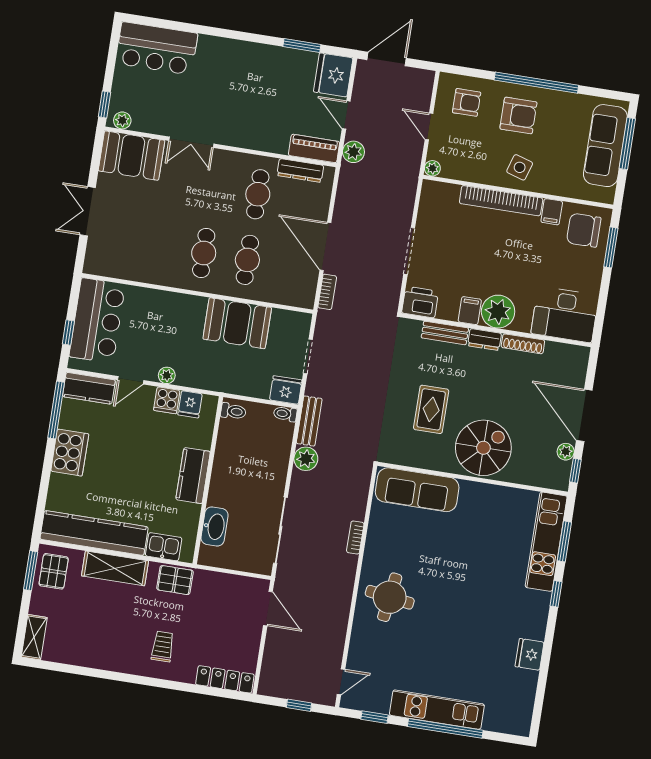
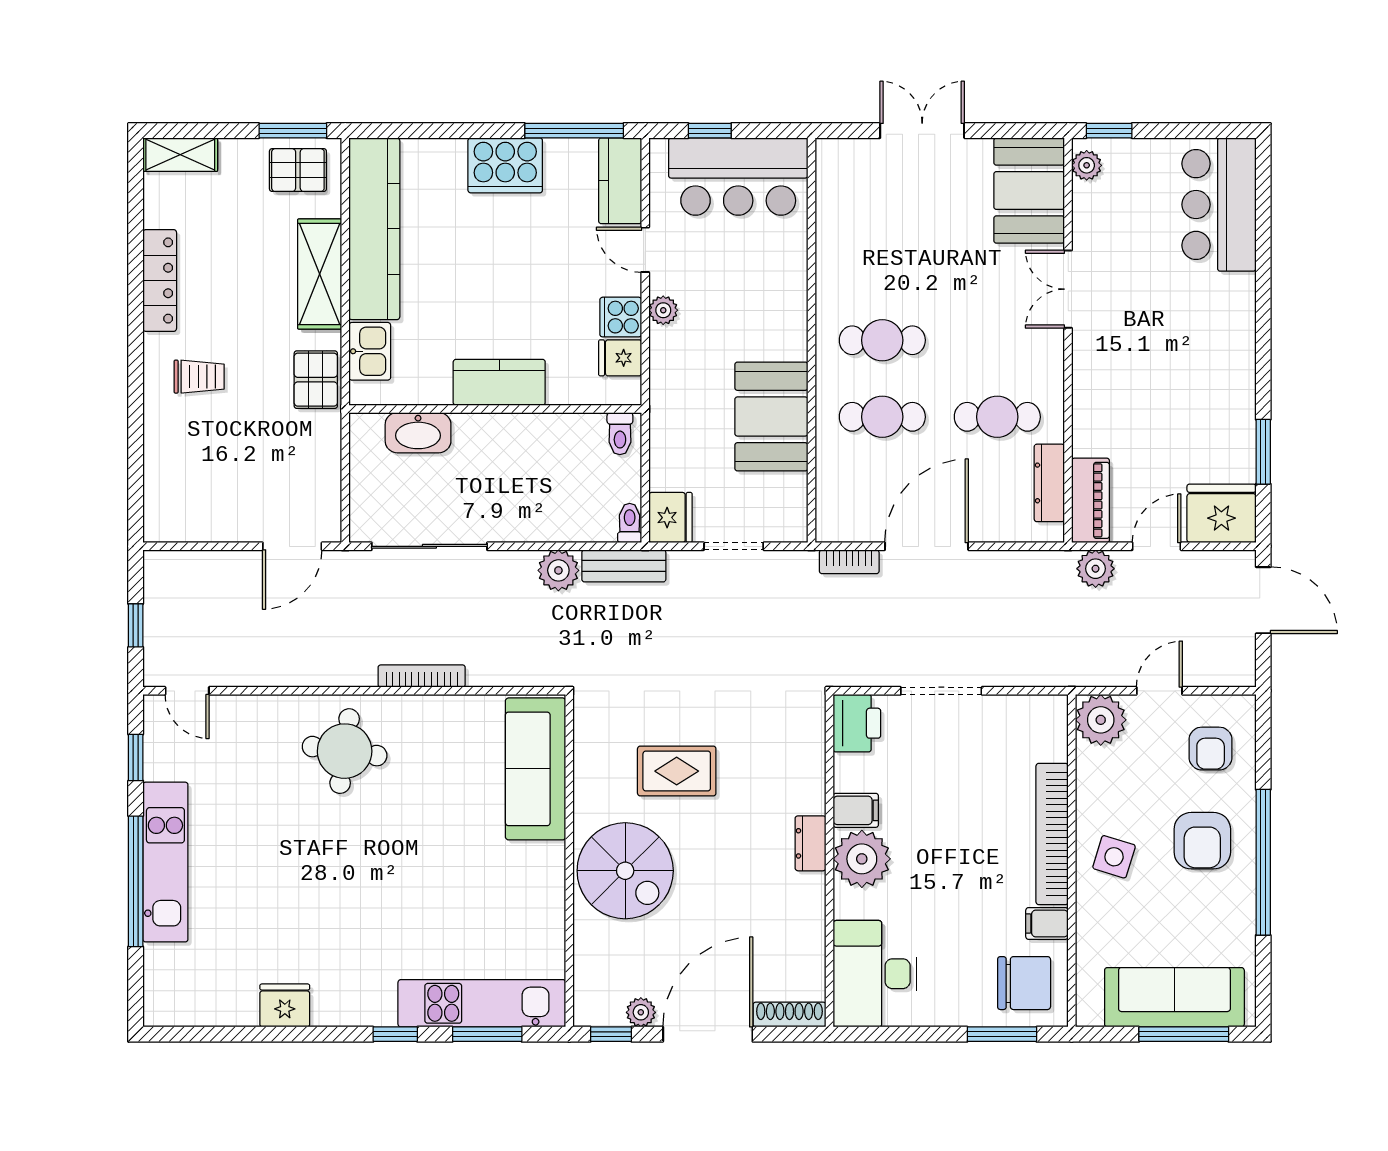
plant: (432, 168) -> (1101, 720), width x1.88, depth x1.88
chair: (584, 230) -> (1024, 983), turned 90
bench: (445, 333) -> (811, 774), removed
shoe rack: (523, 344) -> (789, 1015), moved, turned 90
bookcase: (355, 537) -> (422, 676), width x1.56
locker: (225, 679) -> (160, 280), moved

